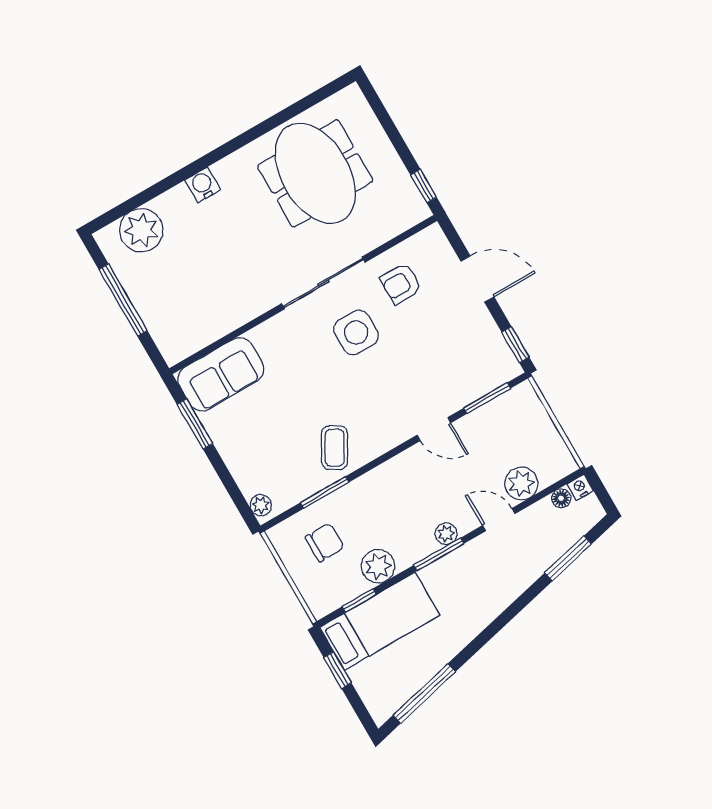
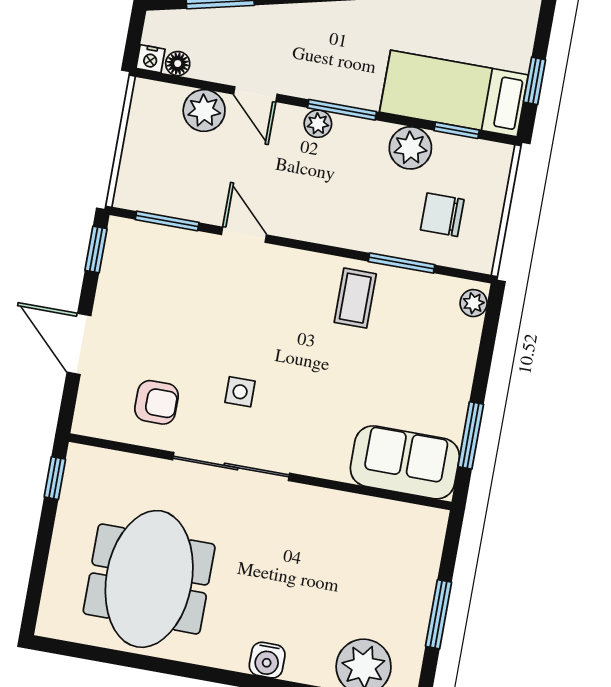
window: (123, 300) -> (439, 614), width x0.69
side table: (356, 332) -> (240, 392), width x0.54, depth x0.54
coffee table: (335, 448) -> (355, 298), turned -30

